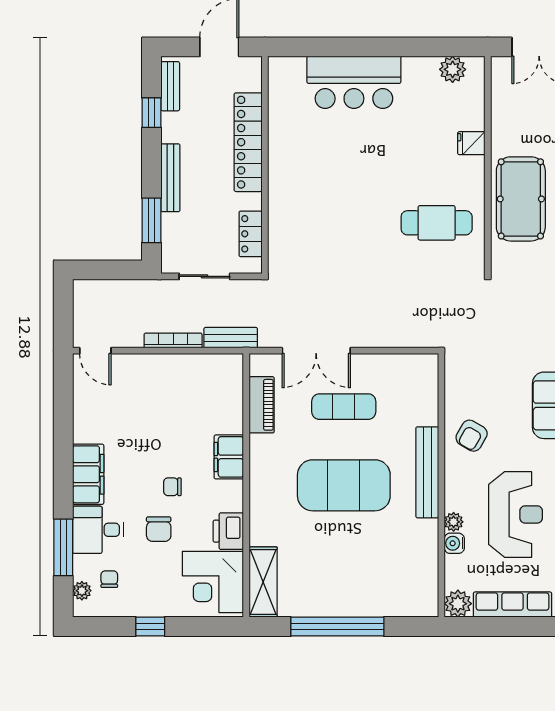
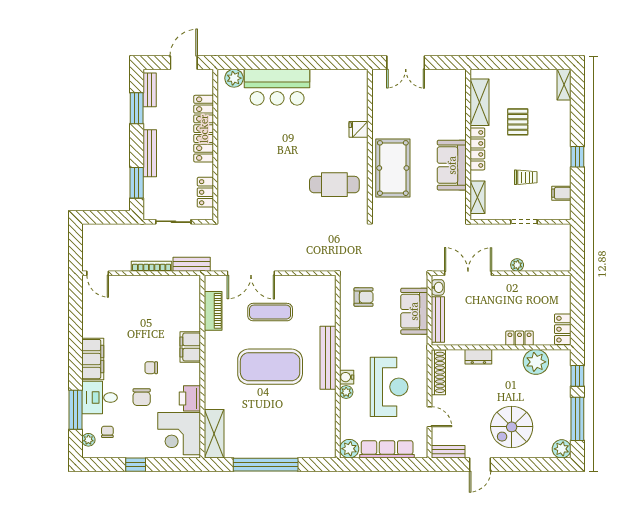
plant: (453, 69) -> (234, 78), moved
window: (152, 113) -> (137, 108), width x1.50
armchair: (472, 436) -> (364, 297), moved, turned -120
water cooler: (454, 543) -> (347, 377), moved

